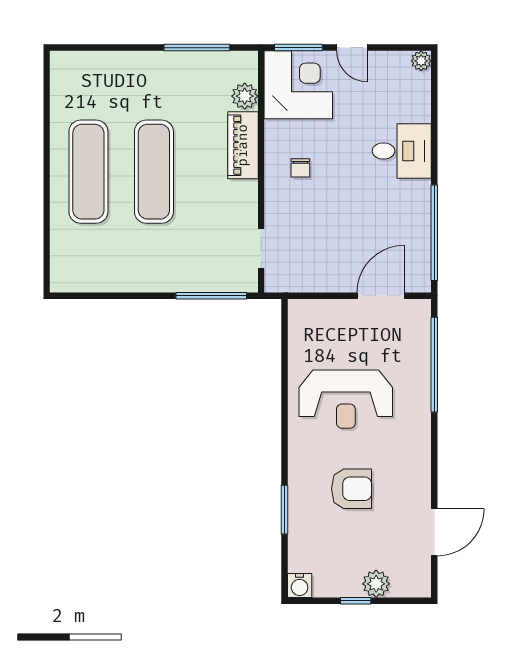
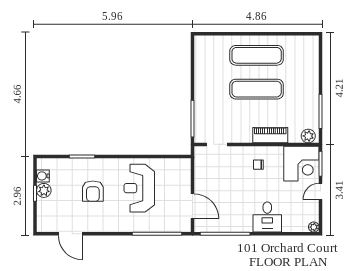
plant: (245, 96) -> (308, 136), moved
plant: (376, 584) -> (44, 190), moved
water cooler: (300, 586) -> (43, 176), moved

